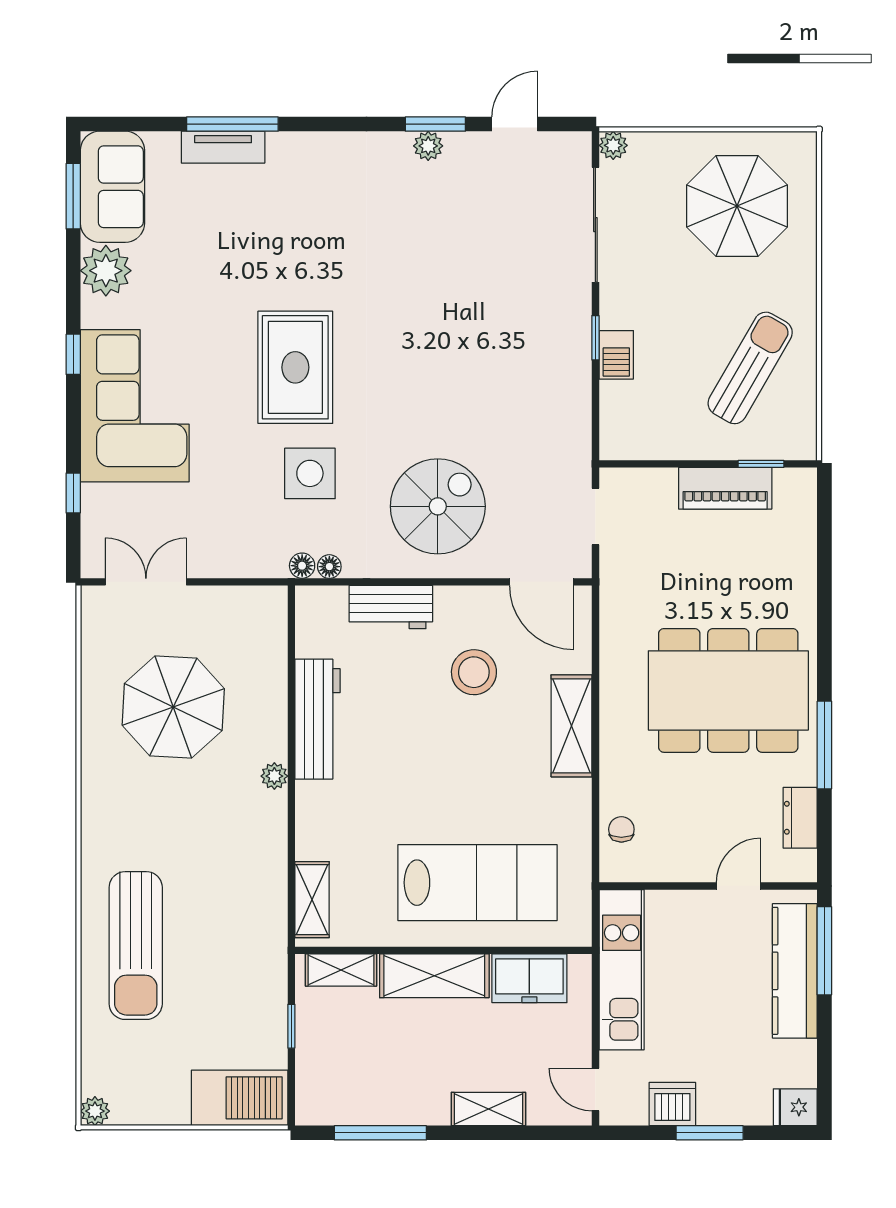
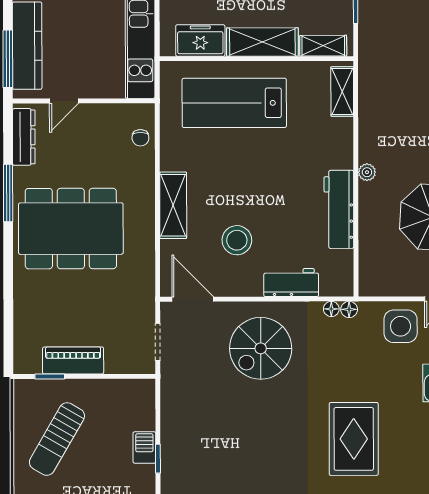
side table: (310, 473) -> (401, 326), moved
dresser: (800, 818) -> (24, 137), width x1.44

